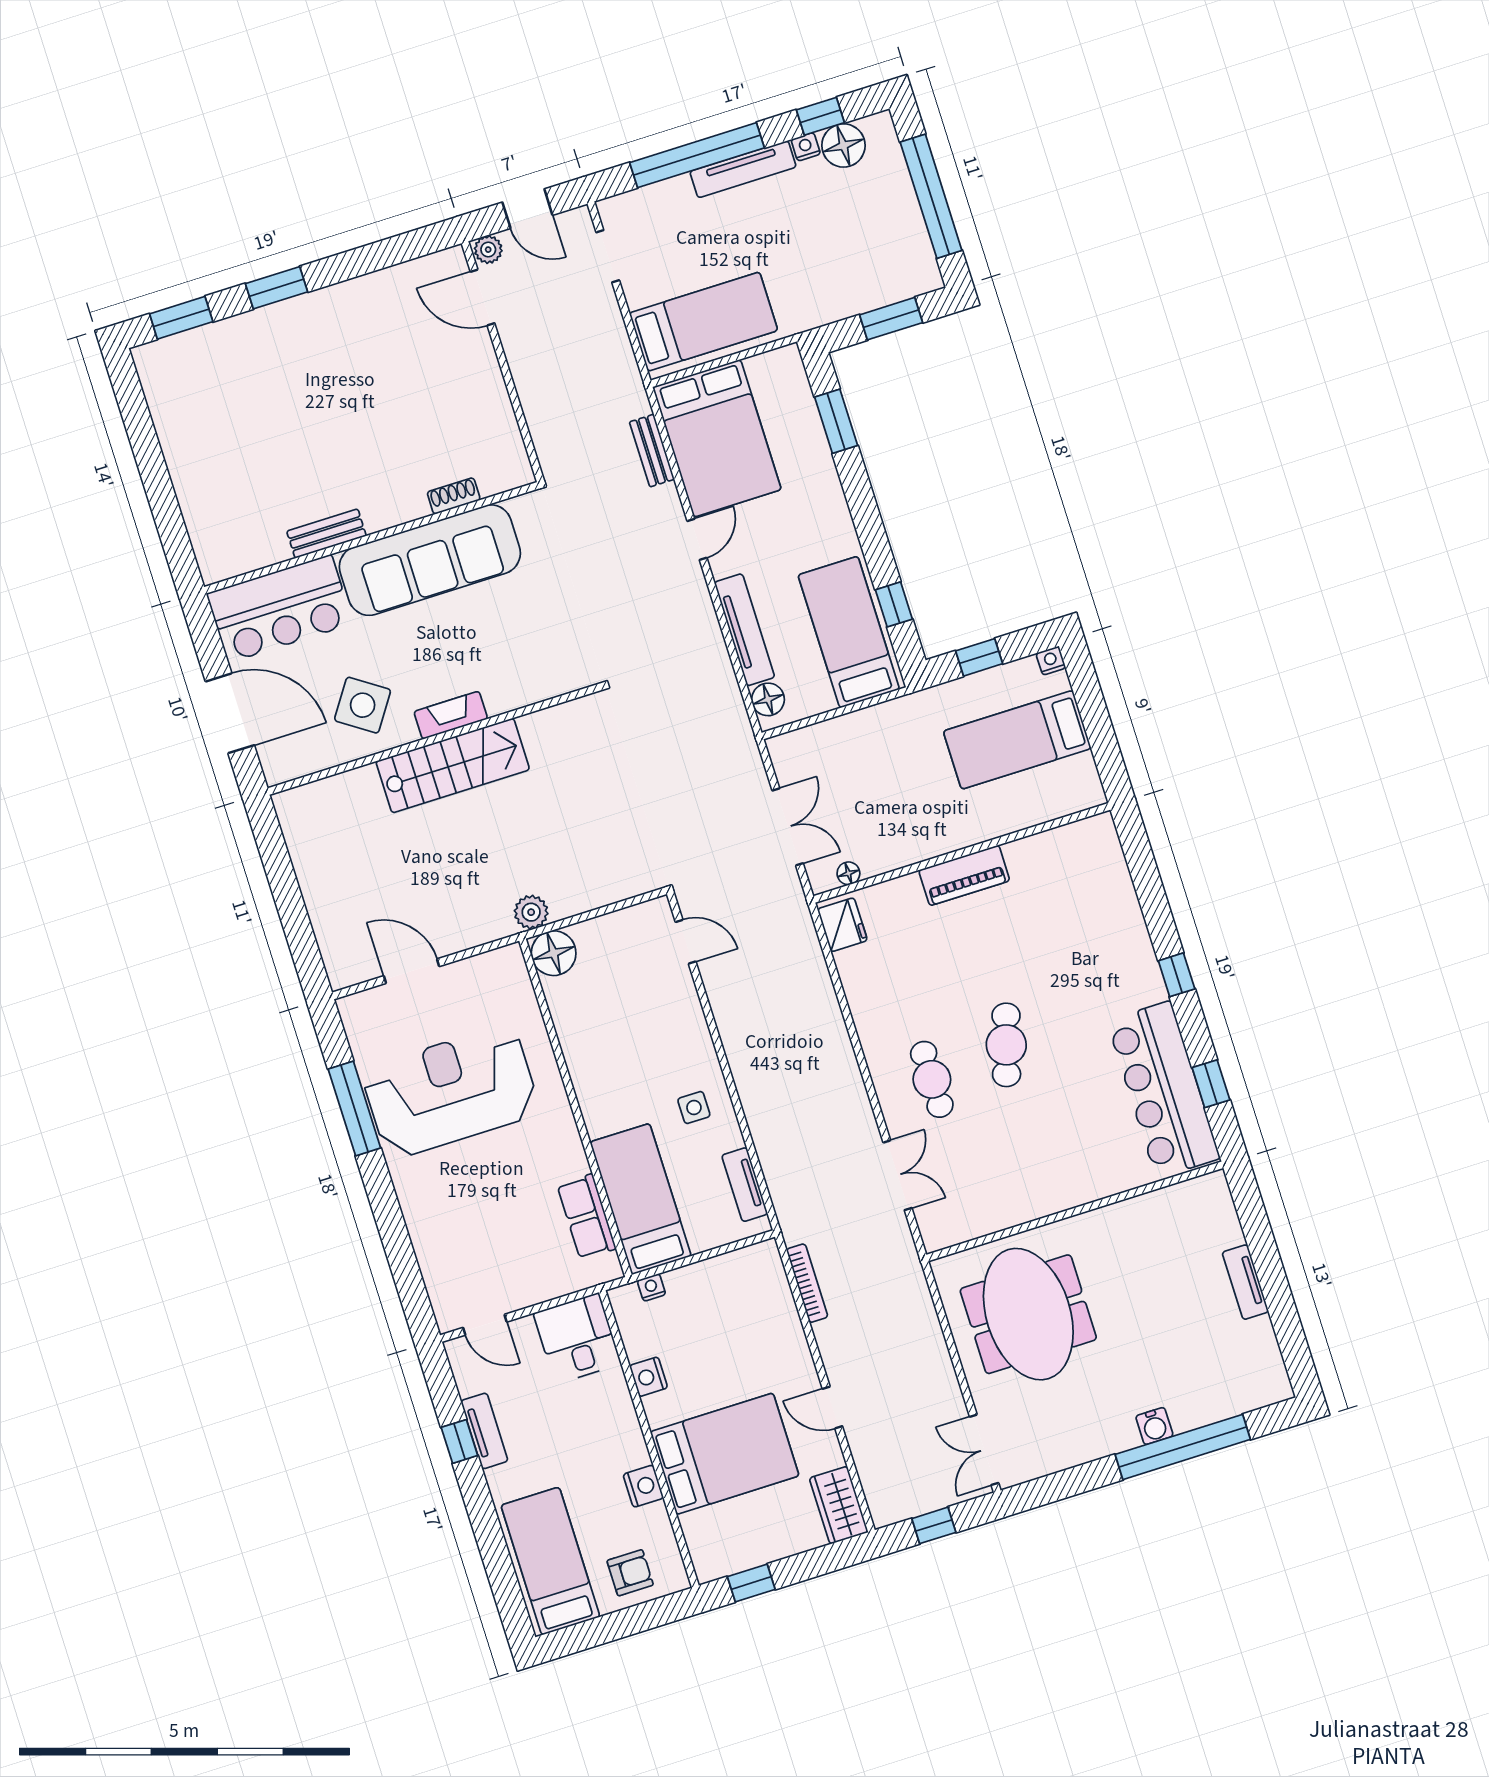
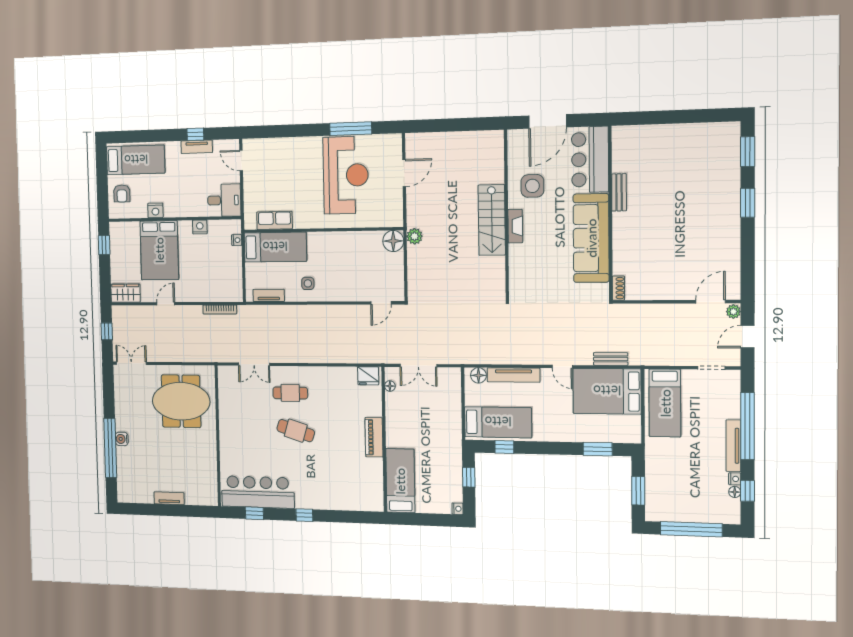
floor lamp: (843, 145) -> (735, 492), width x0.53, depth x0.53
shoe rack: (454, 496) -> (618, 288), moved
side table: (363, 705) -> (532, 186), turned -34
bed: (1017, 740) -> (400, 481), moved
door: (485, 1325) -> (241, 161), hinge flipped

